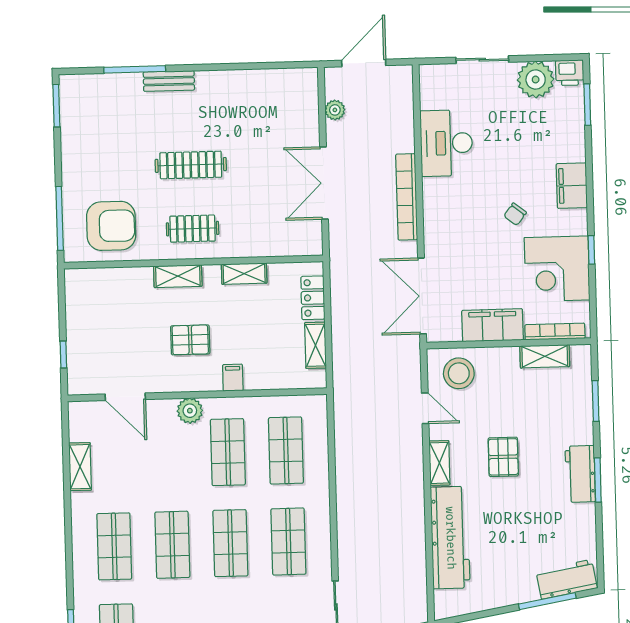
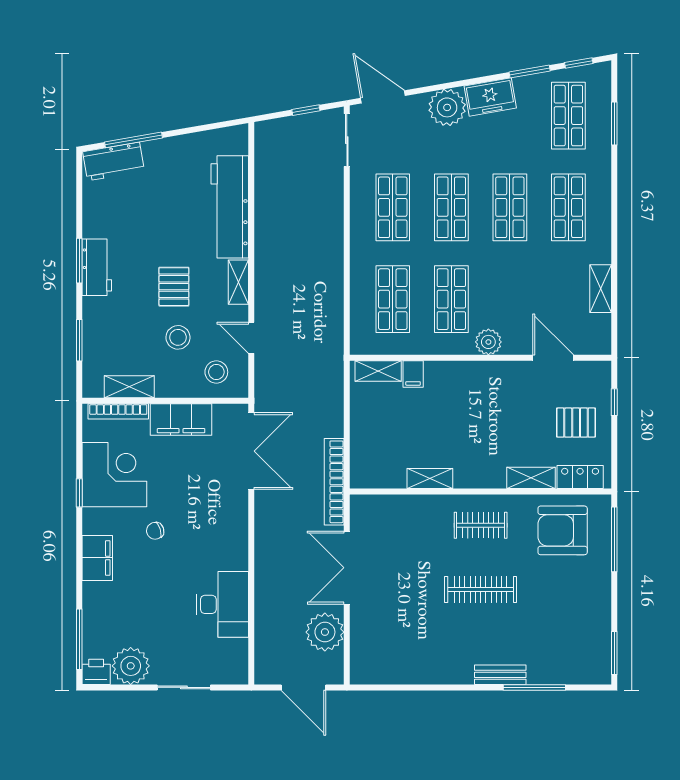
door: (364, 63) -> (303, 687), hinge flipped
window: (587, 105) -> (79, 639), width x1.44
plant: (335, 110) -> (325, 632), width x1.88, depth x1.88
double door: (324, 183) -> (347, 568), swing flipped
bookcase: (407, 197) -> (334, 482), moved, turned 180
chair: (515, 214) -> (155, 531), turned -145
shelving: (178, 276) -> (531, 478), moved
locker: (313, 298) -> (580, 477), moved, turned -90
pallet: (190, 340) -> (576, 423), moved
shelving: (315, 345) -> (378, 371), moved, turned 90
stool: (459, 373) -> (216, 372), width x0.73, depth x0.73
filing cabinet: (233, 378) -> (413, 374), moved
stool: (498, 407) -> (178, 337), added

